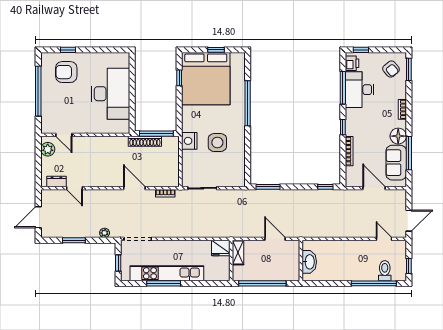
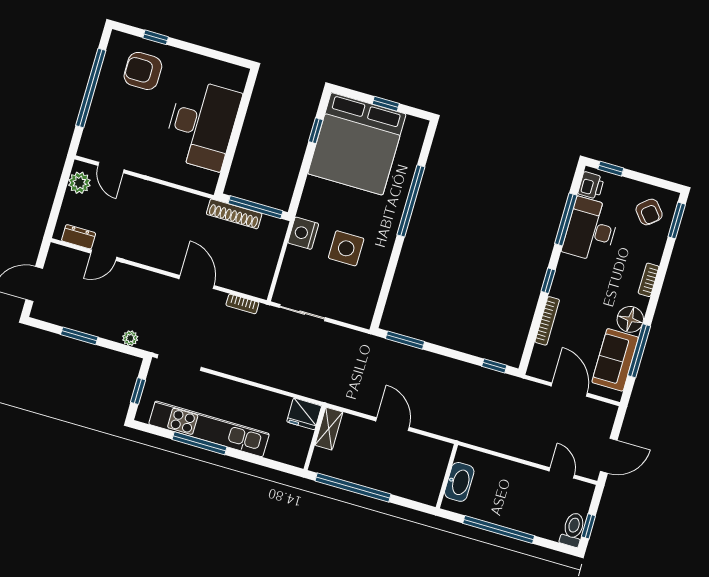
door: (75, 188) -> (104, 255), hinge flipped
wall: (301, 261) -> (447, 476), moved
washbasin: (309, 262) -> (459, 482), moved
toilet: (385, 271) -> (573, 530), moved
window: (374, 283) -> (499, 530), moved

